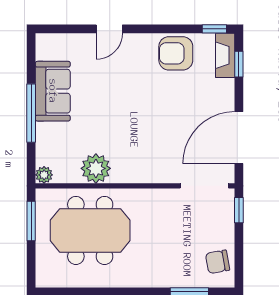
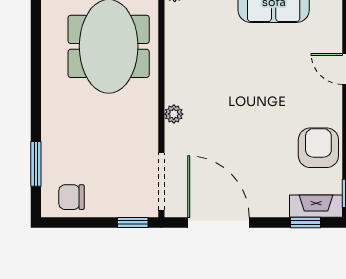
plant: (96, 168) -> (174, 114), moved, width x0.53, depth x0.53
chair: (217, 262) -> (72, 197), turned -80

